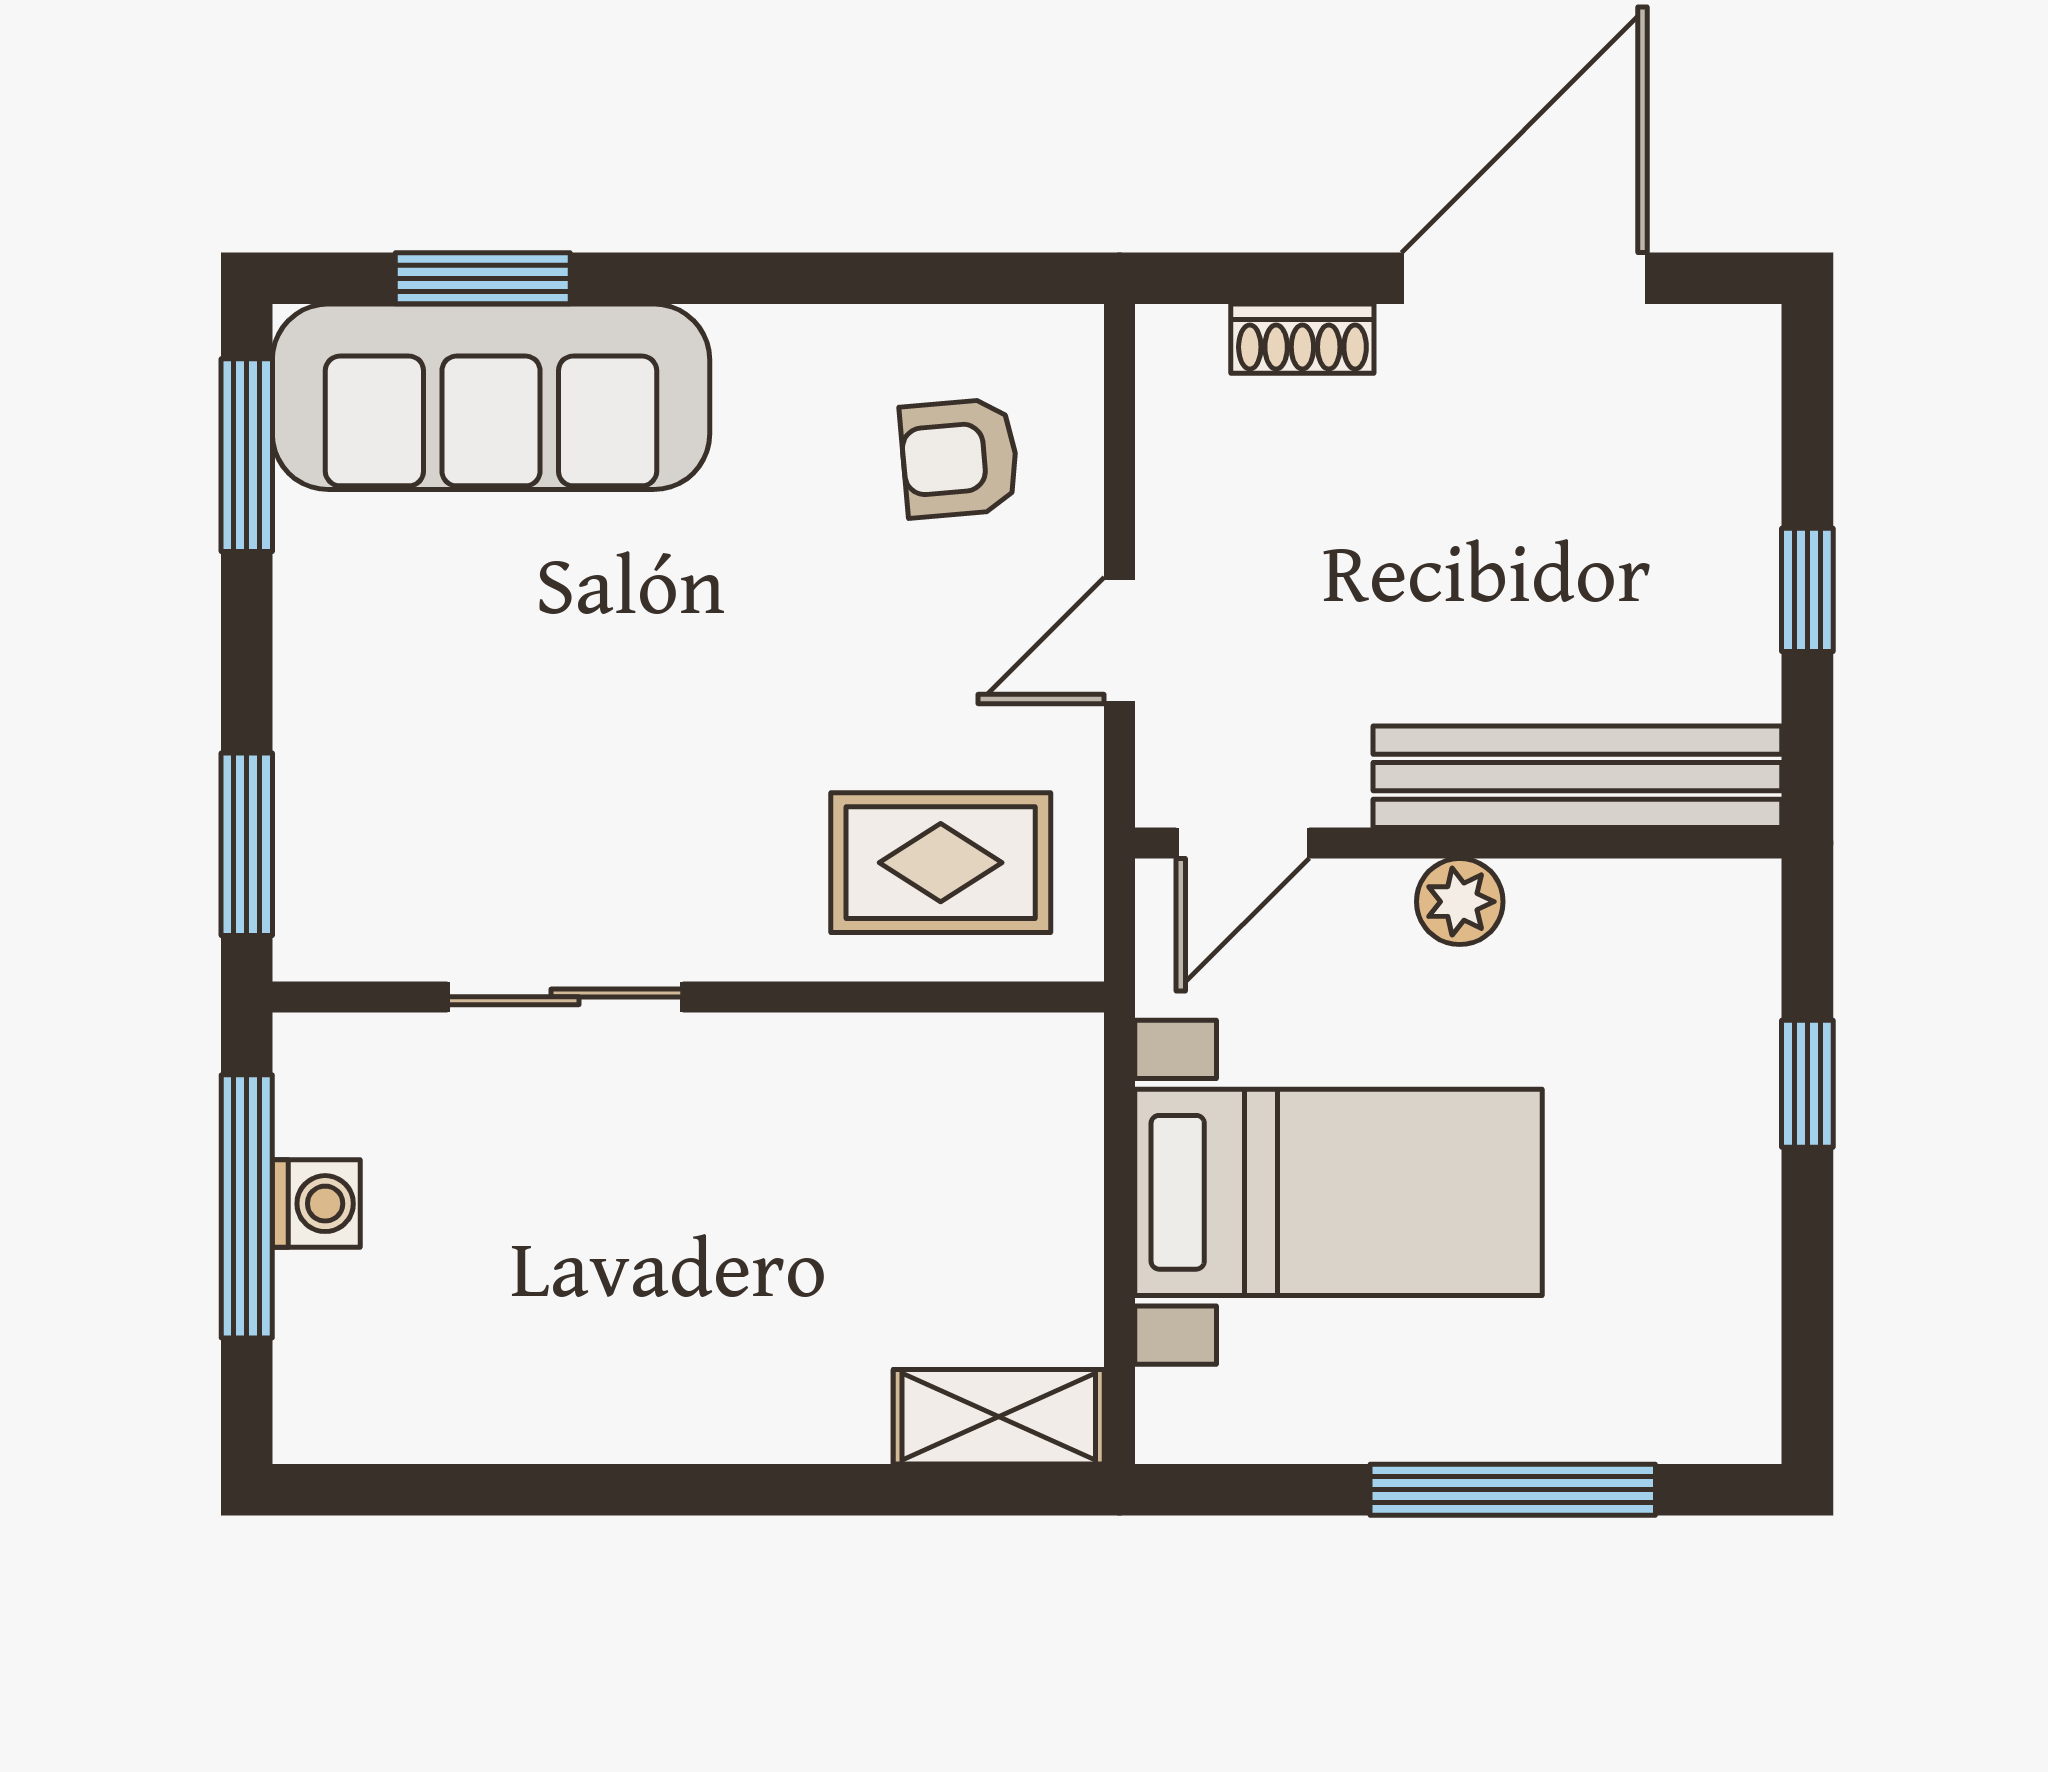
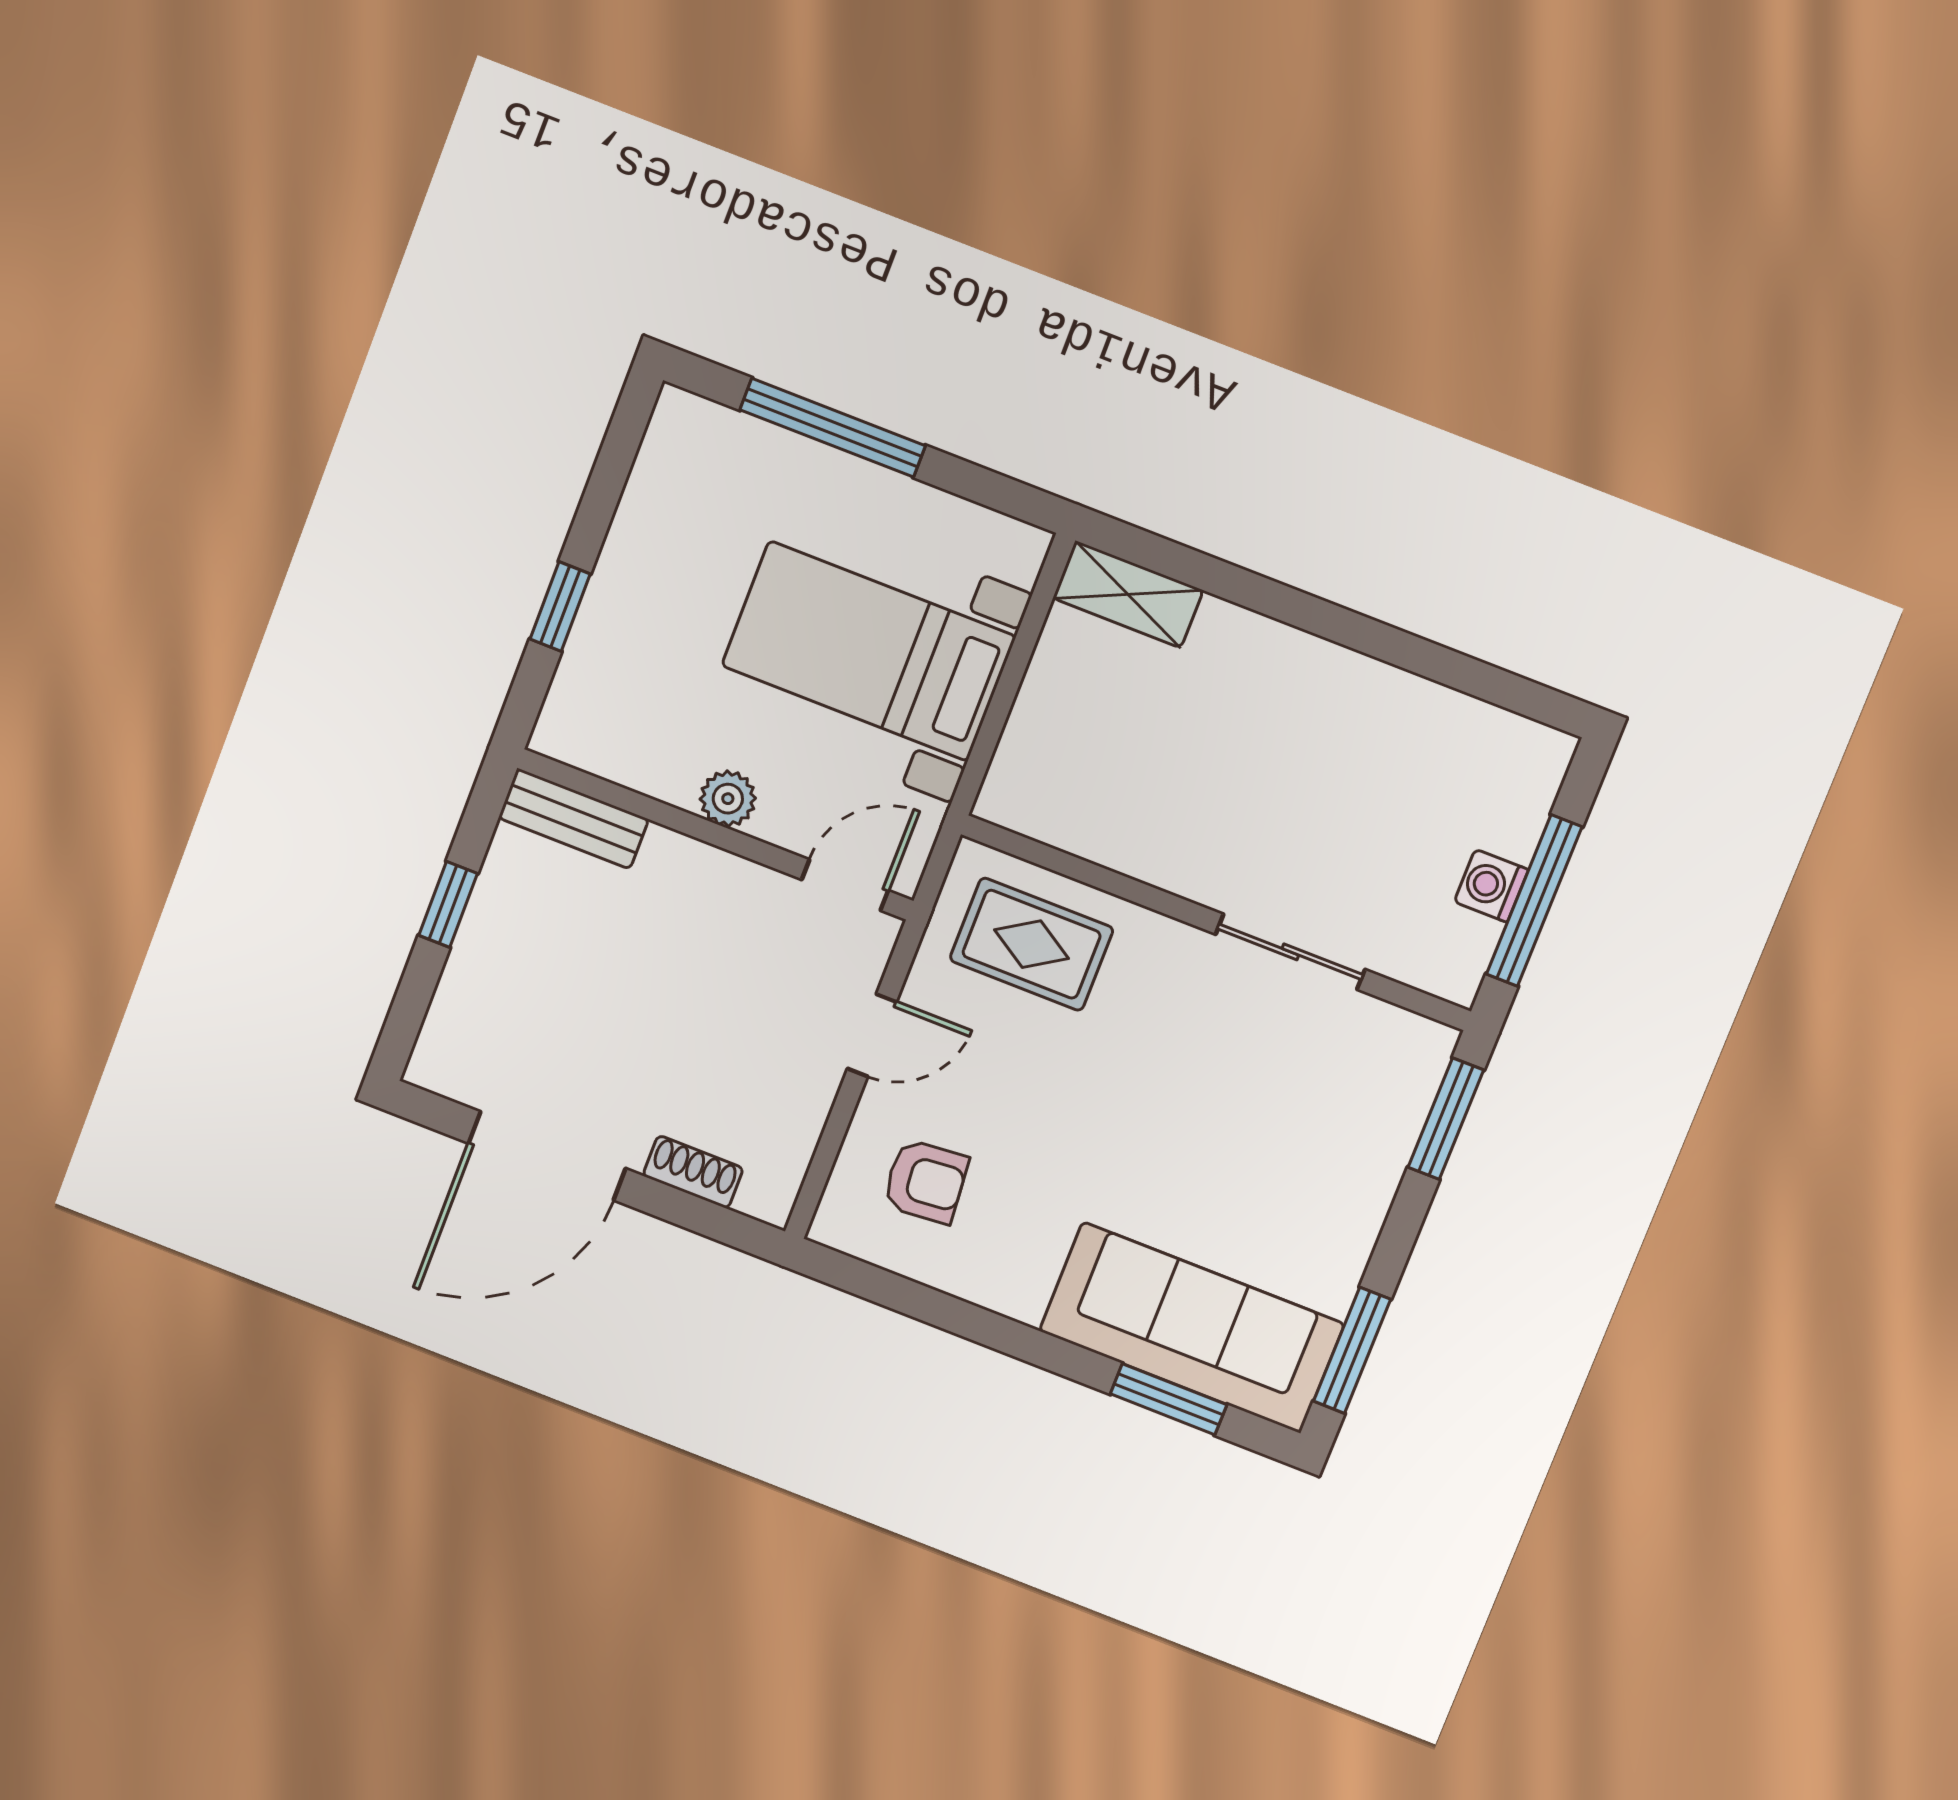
bench: (1577, 777) -> (574, 819), width x0.54, depth x0.82

